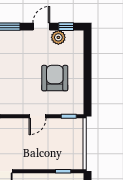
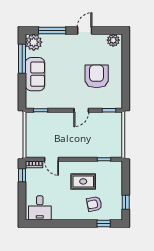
window: (66, 27) -> (107, 31), removed
plant: (58, 37) -> (113, 40), moved

